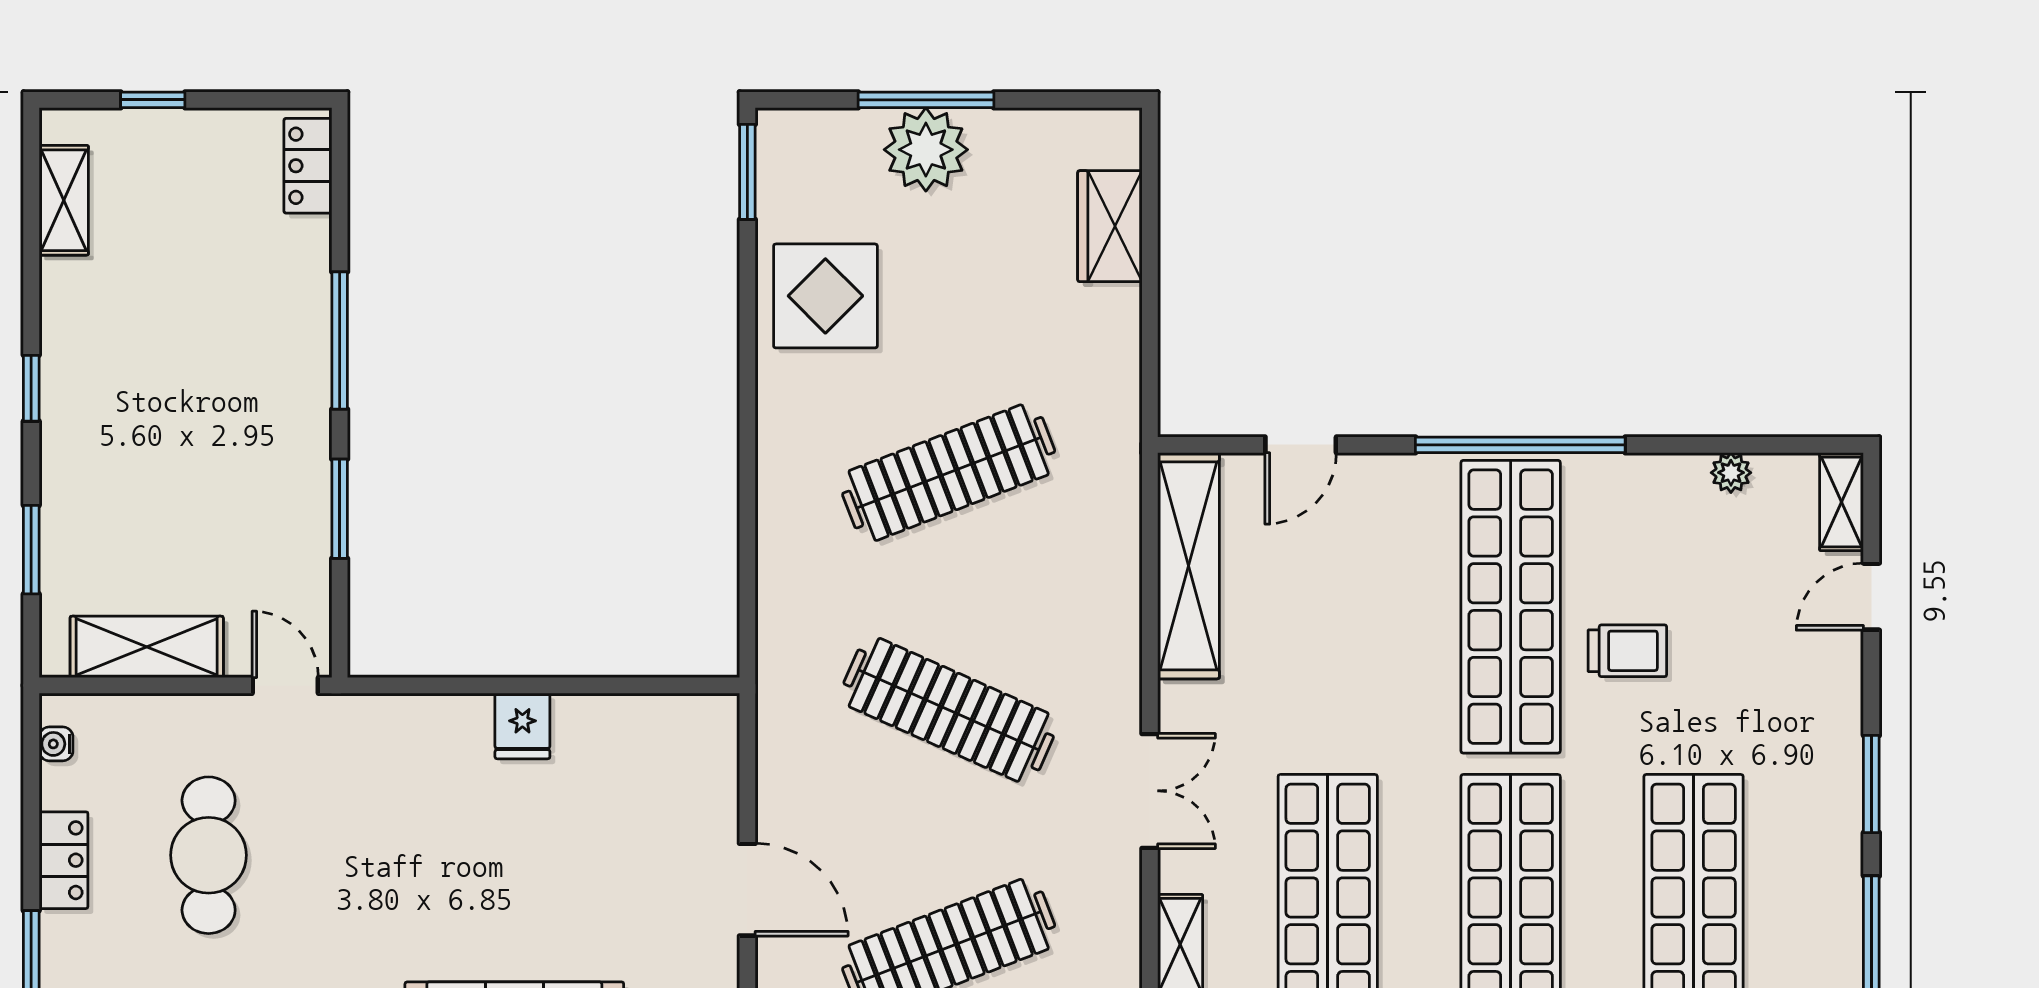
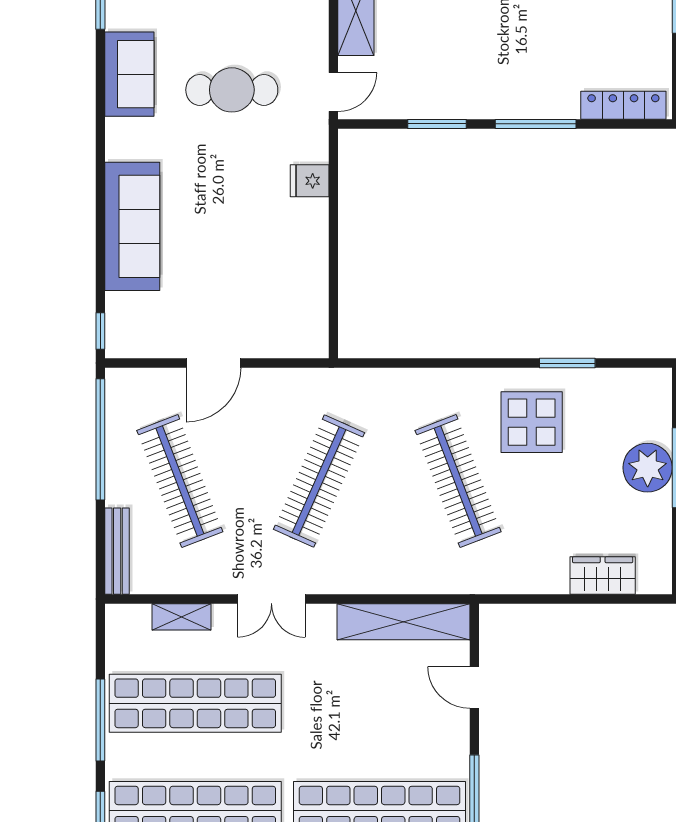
locker: (308, 166) -> (623, 105), width x1.53
window: (747, 172) -> (567, 363), moved
display table: (825, 296) -> (532, 422), moved
fridge: (522, 726) -> (310, 181), moved
cafe table: (209, 855) -> (232, 90), moved

